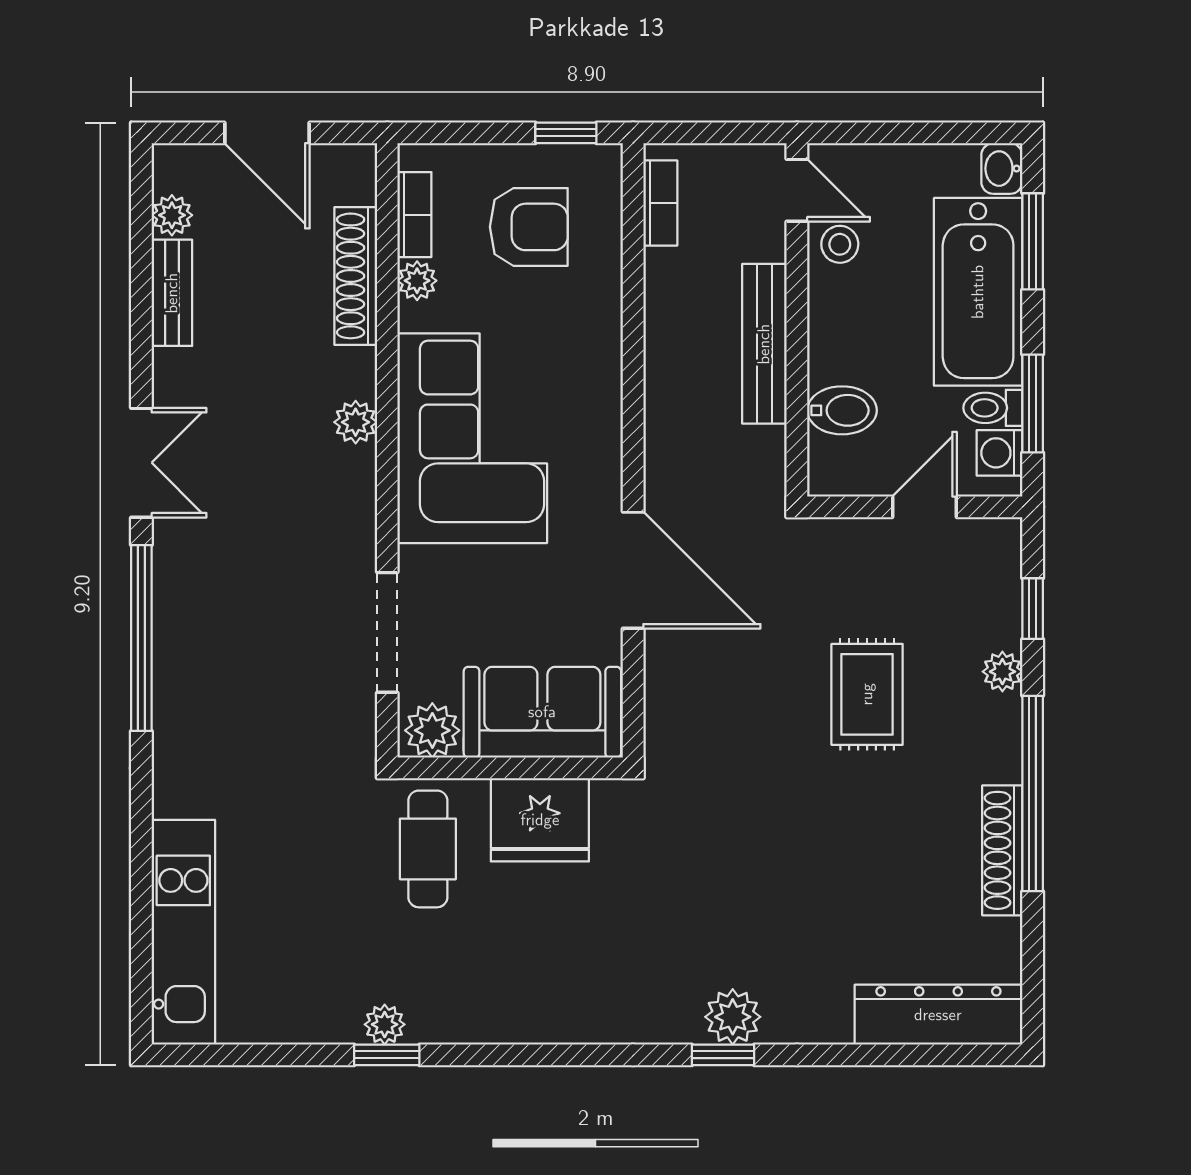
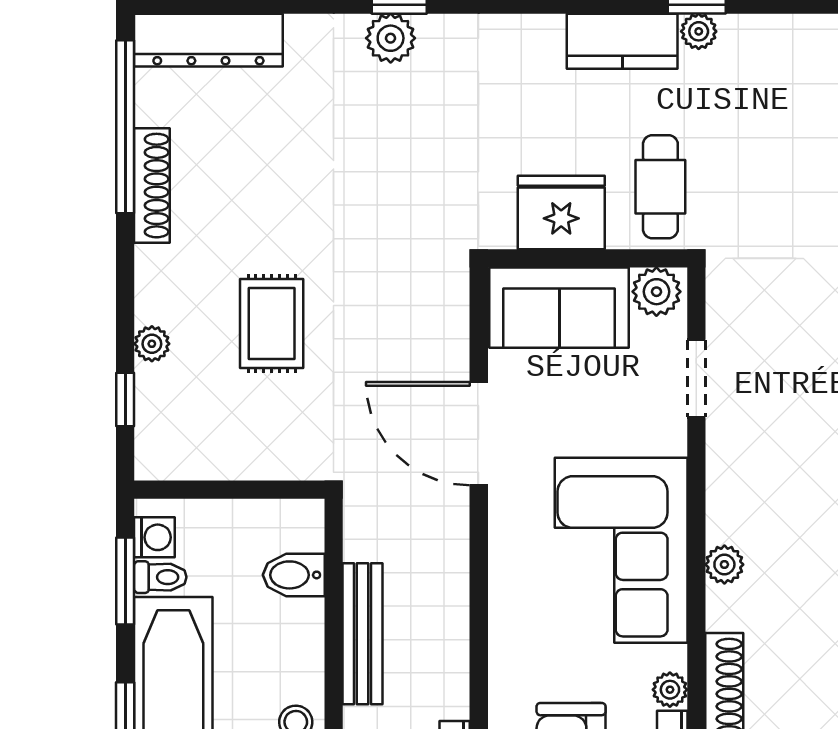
door: (925, 507) -> (221, 490), removed
doorway: (387, 632) -> (696, 378), width x0.73
window: (1033, 793) -> (125, 127), moved
kitchen counter: (471, 1013) -> (622, 41), added

